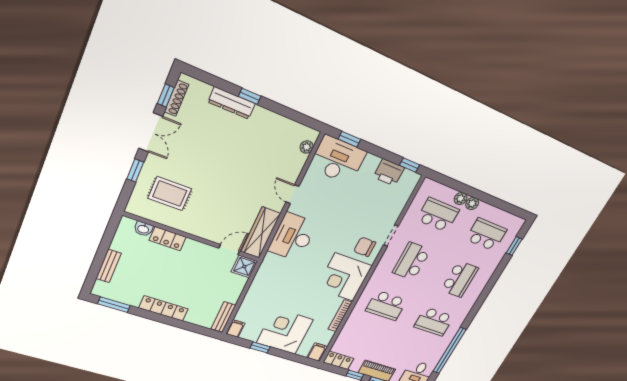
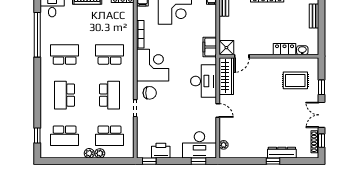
filing cabinet: (265, 274) -> (210, 47), added

